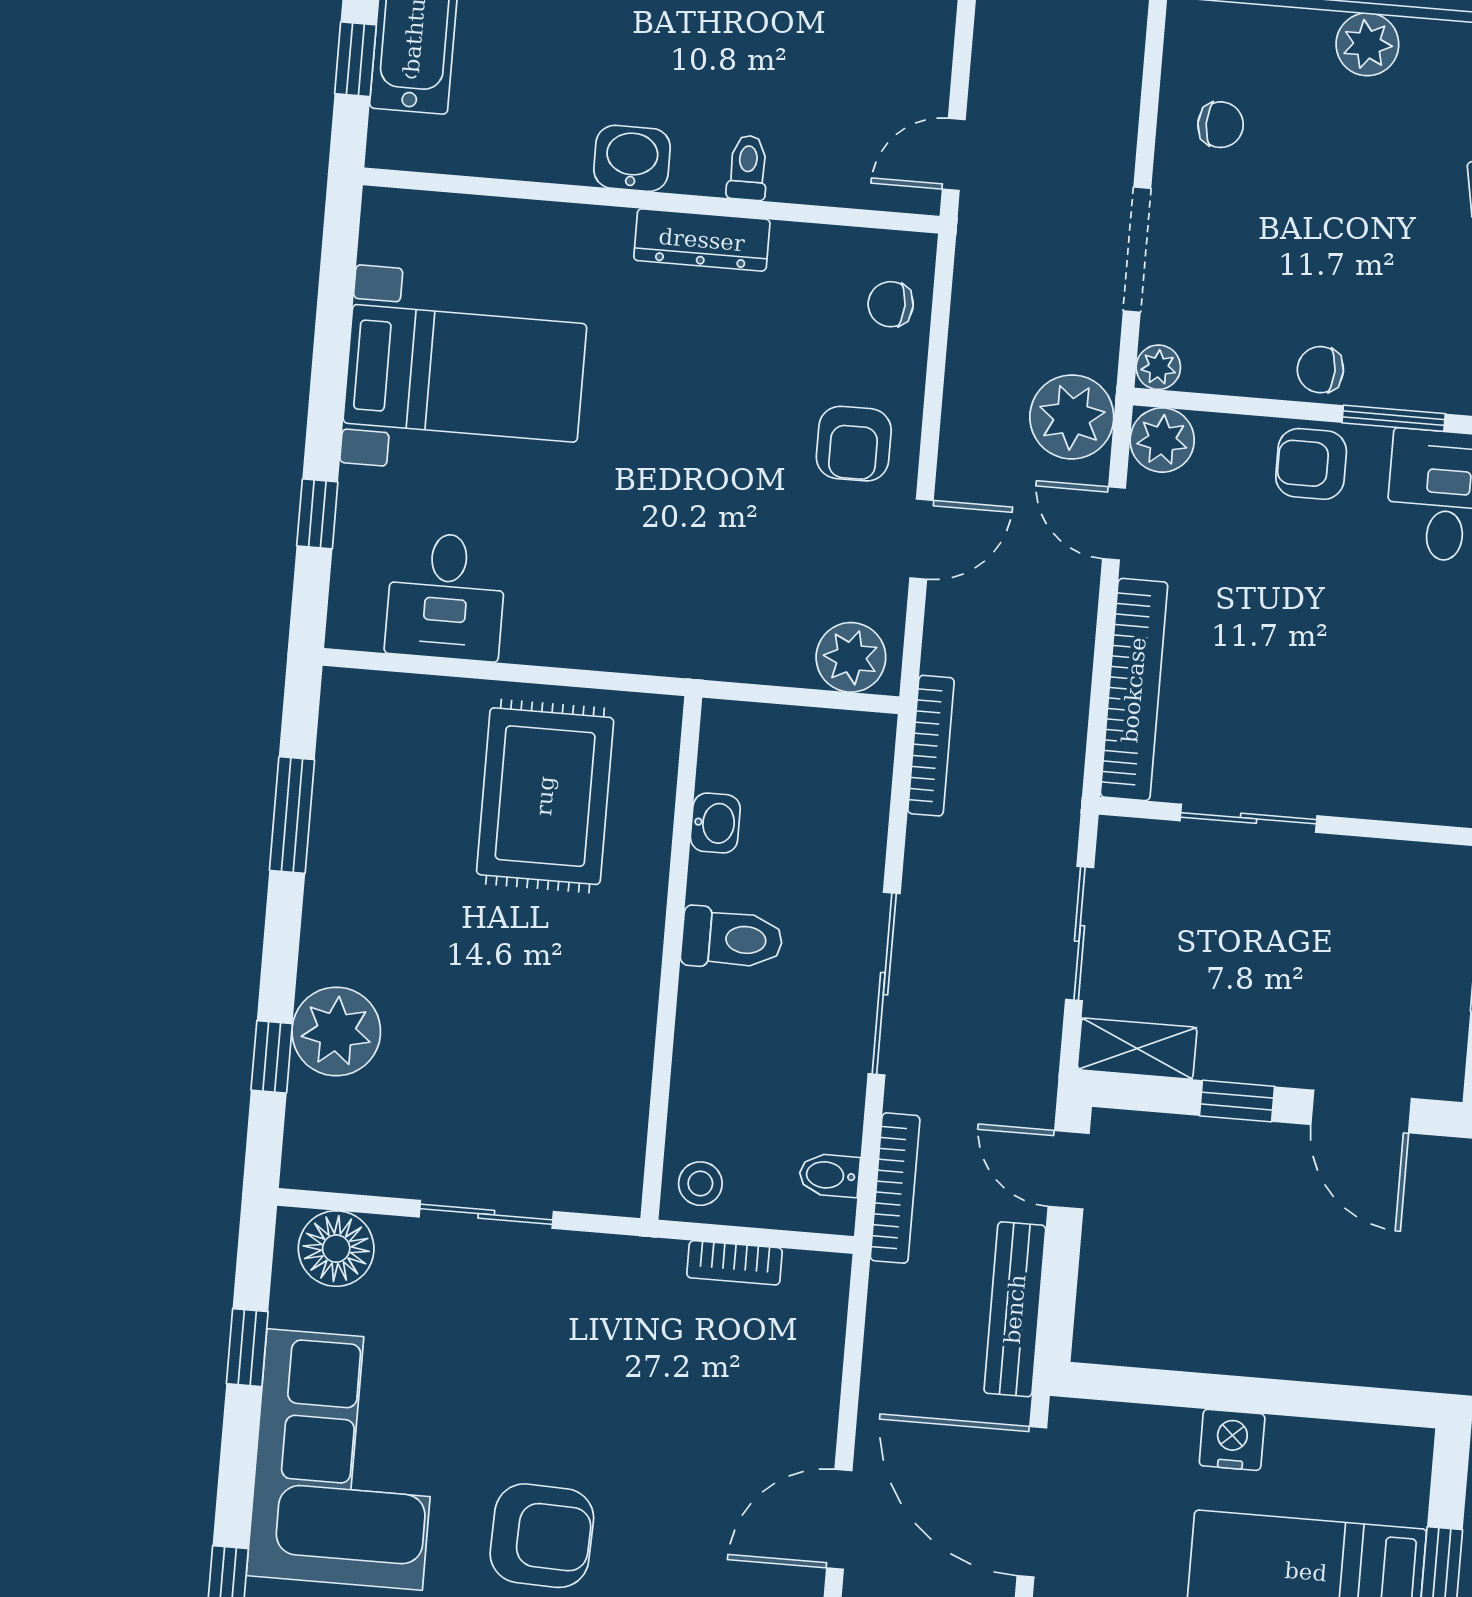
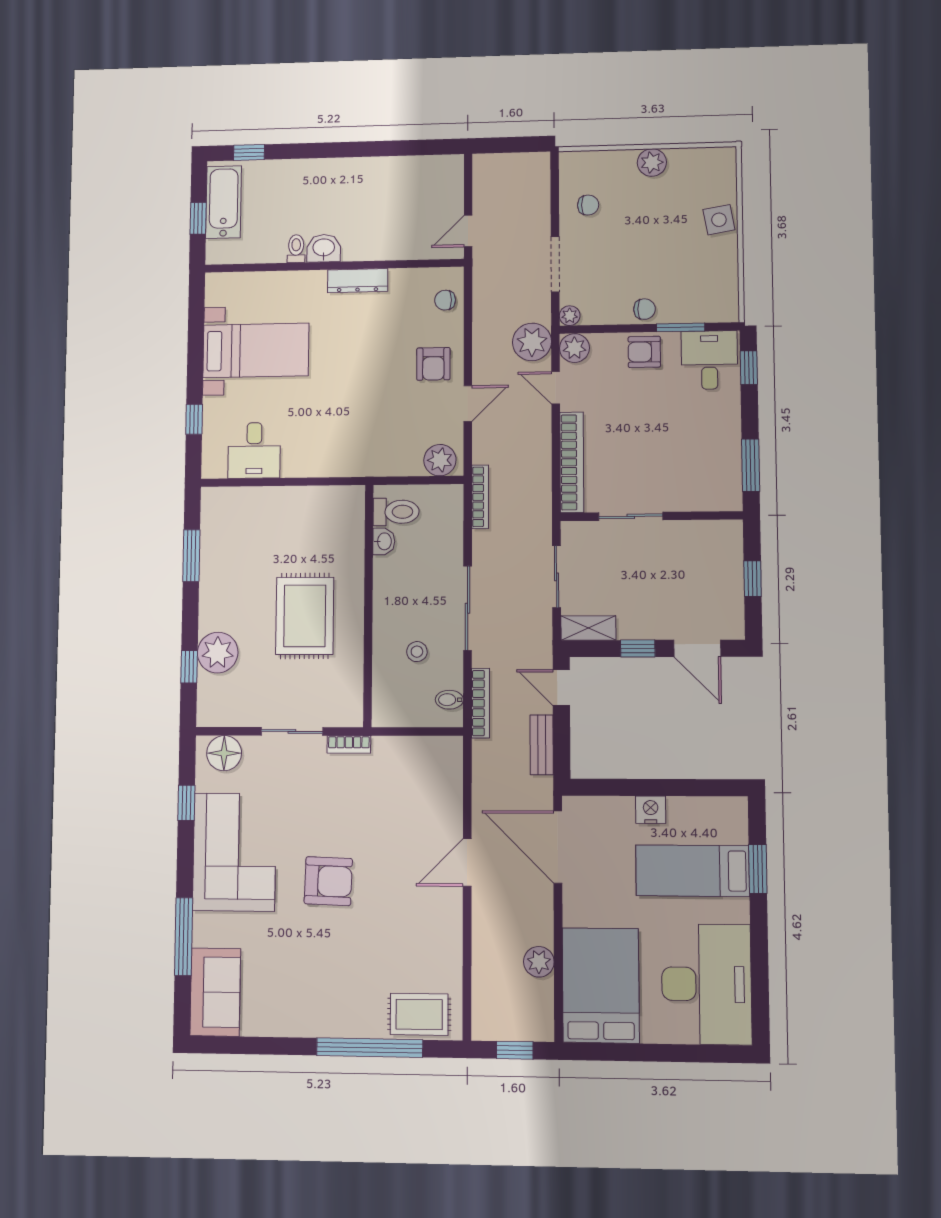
toilet: (748, 168) -> (296, 249), moved
chair: (1320, 370) -> (644, 309), turned 180
rug: (545, 796) -> (305, 616), moved
toilet: (732, 939) -> (396, 512), moved
stool: (700, 1184) -> (417, 652), moved
bookcase: (735, 1263) -> (349, 744), moved
bench: (1015, 1309) -> (542, 745), width x0.73

